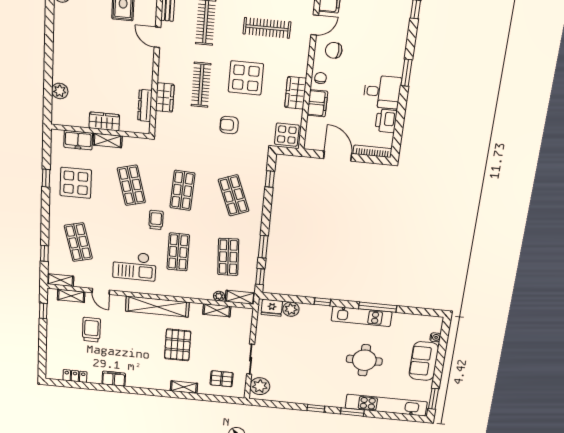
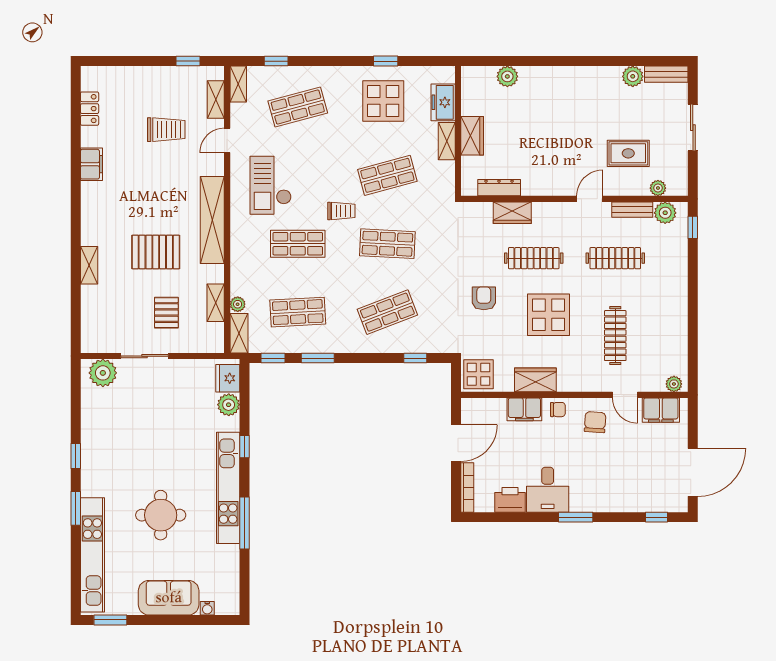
kitchen unit: (362, 316) -> (228, 488), width x1.36
pallet: (222, 379) -> (166, 313), moved

